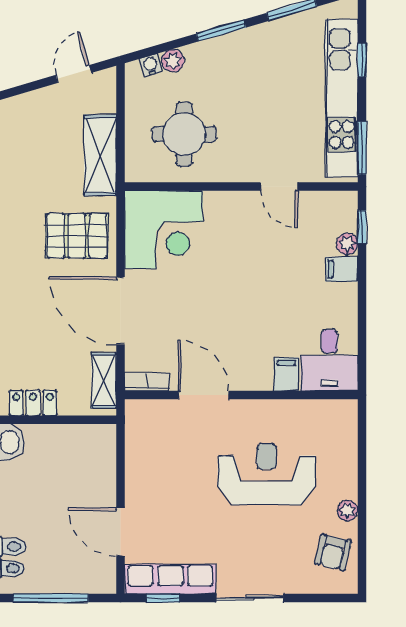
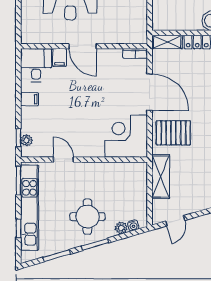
round table: (184, 134) -> (88, 217), moved
plant: (347, 244) -> (27, 140), moved
filing cabinet: (342, 269) -> (30, 99), moved
shelving: (104, 381) -> (167, 42), moved, turned 90
door: (203, 395) -> (83, 46), moved

